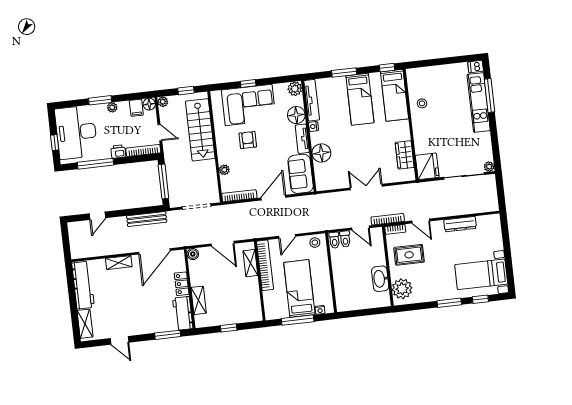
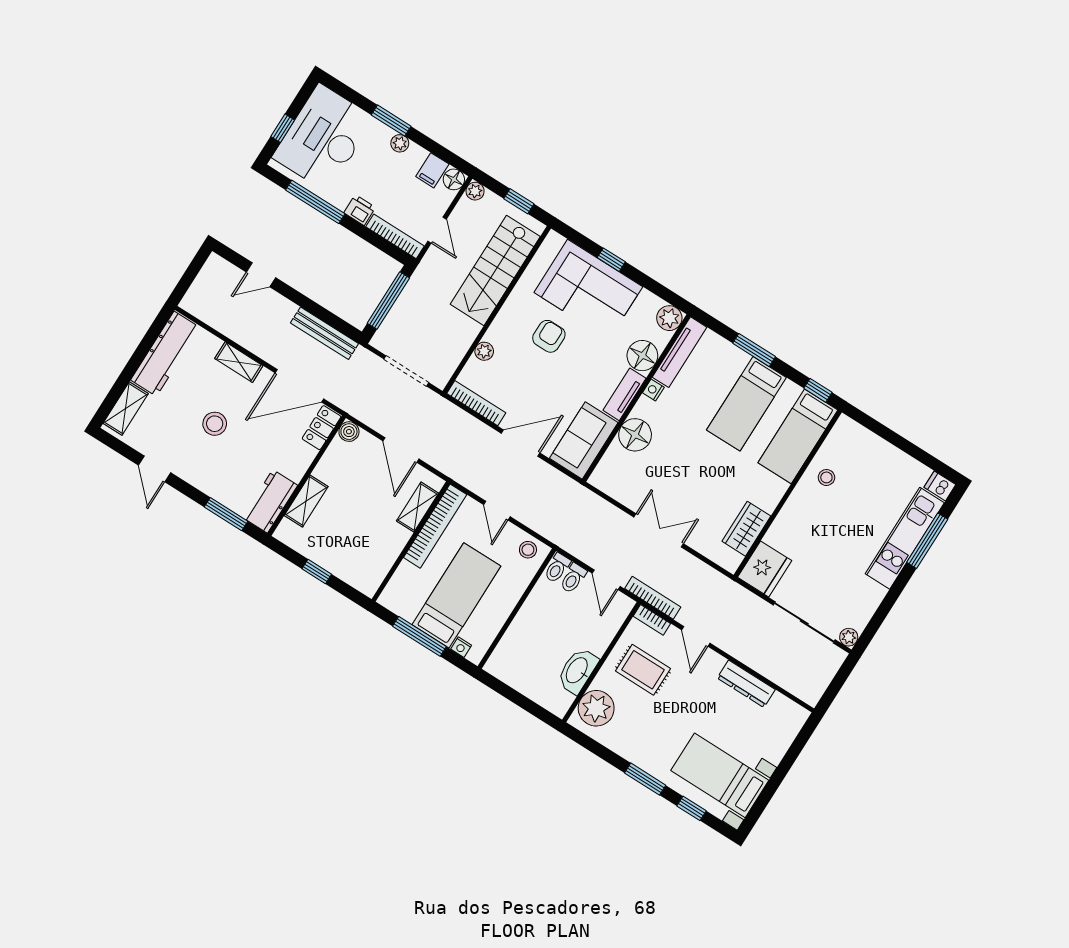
door: (287, 236) -> (497, 511), hinge flipped
locker: (182, 284) -> (322, 428), moved
stool: (130, 299) -> (215, 424), added

